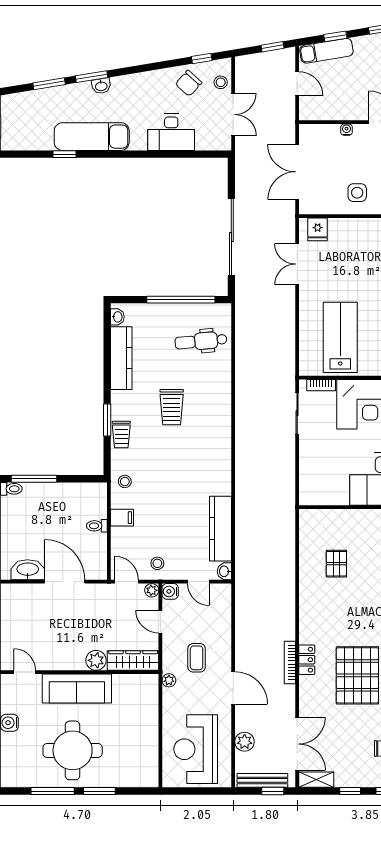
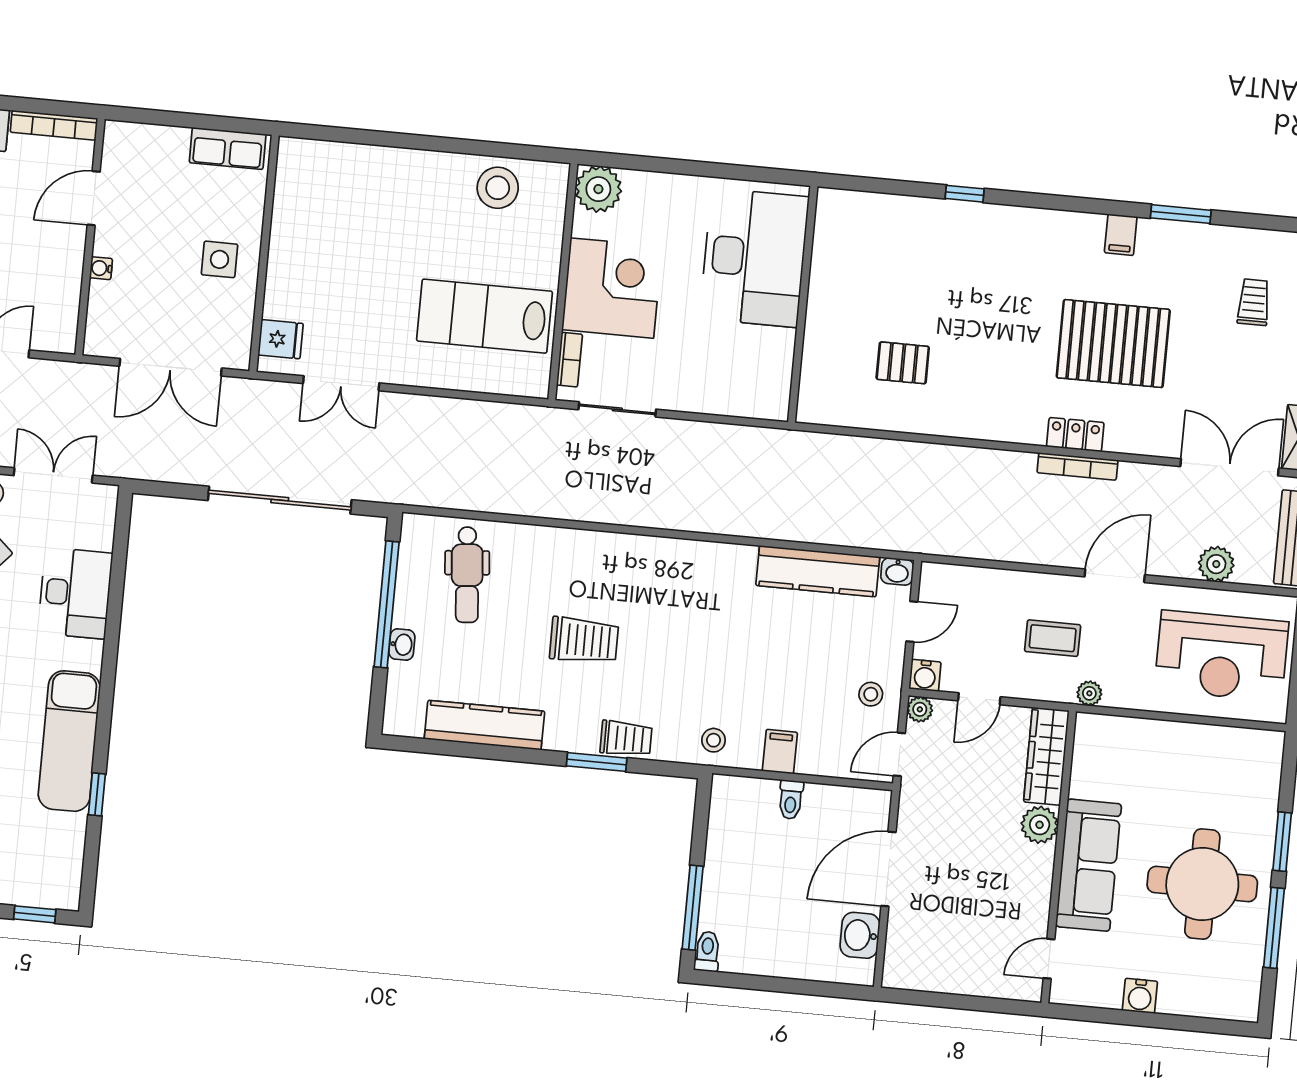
washbasin: (117, 317) -> (402, 645), moved, turned 90
washbasin: (28, 570) -> (860, 935), width x0.72

